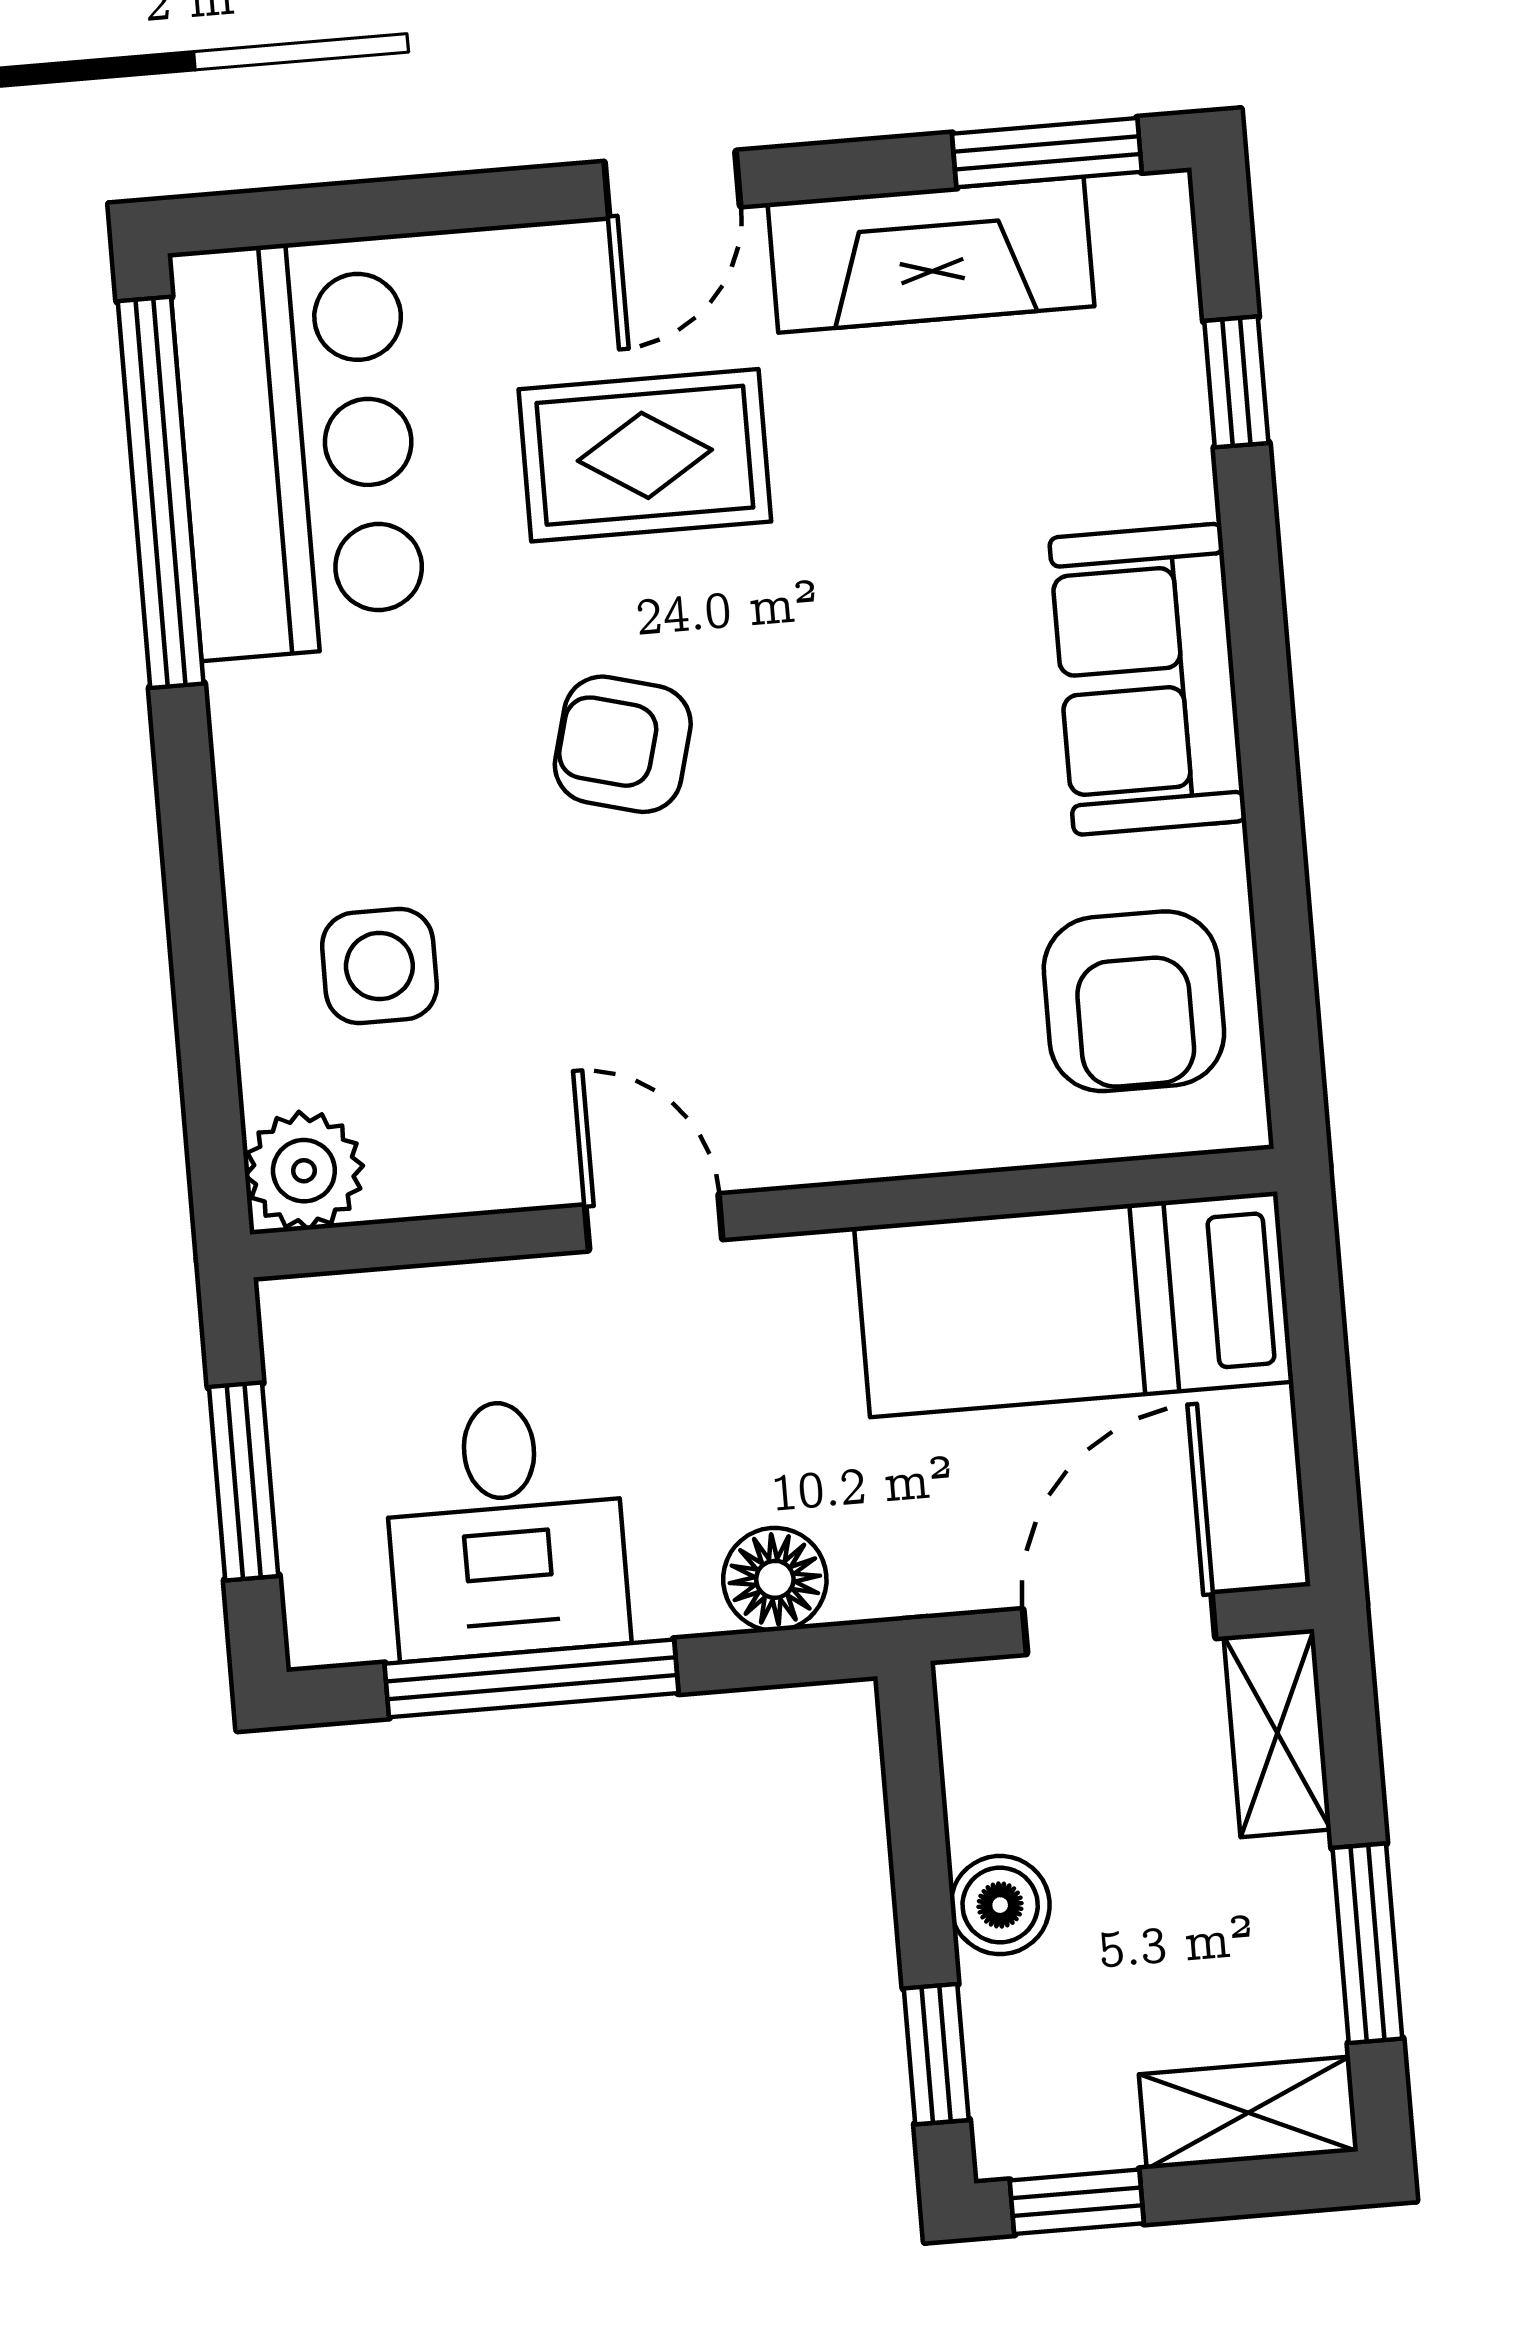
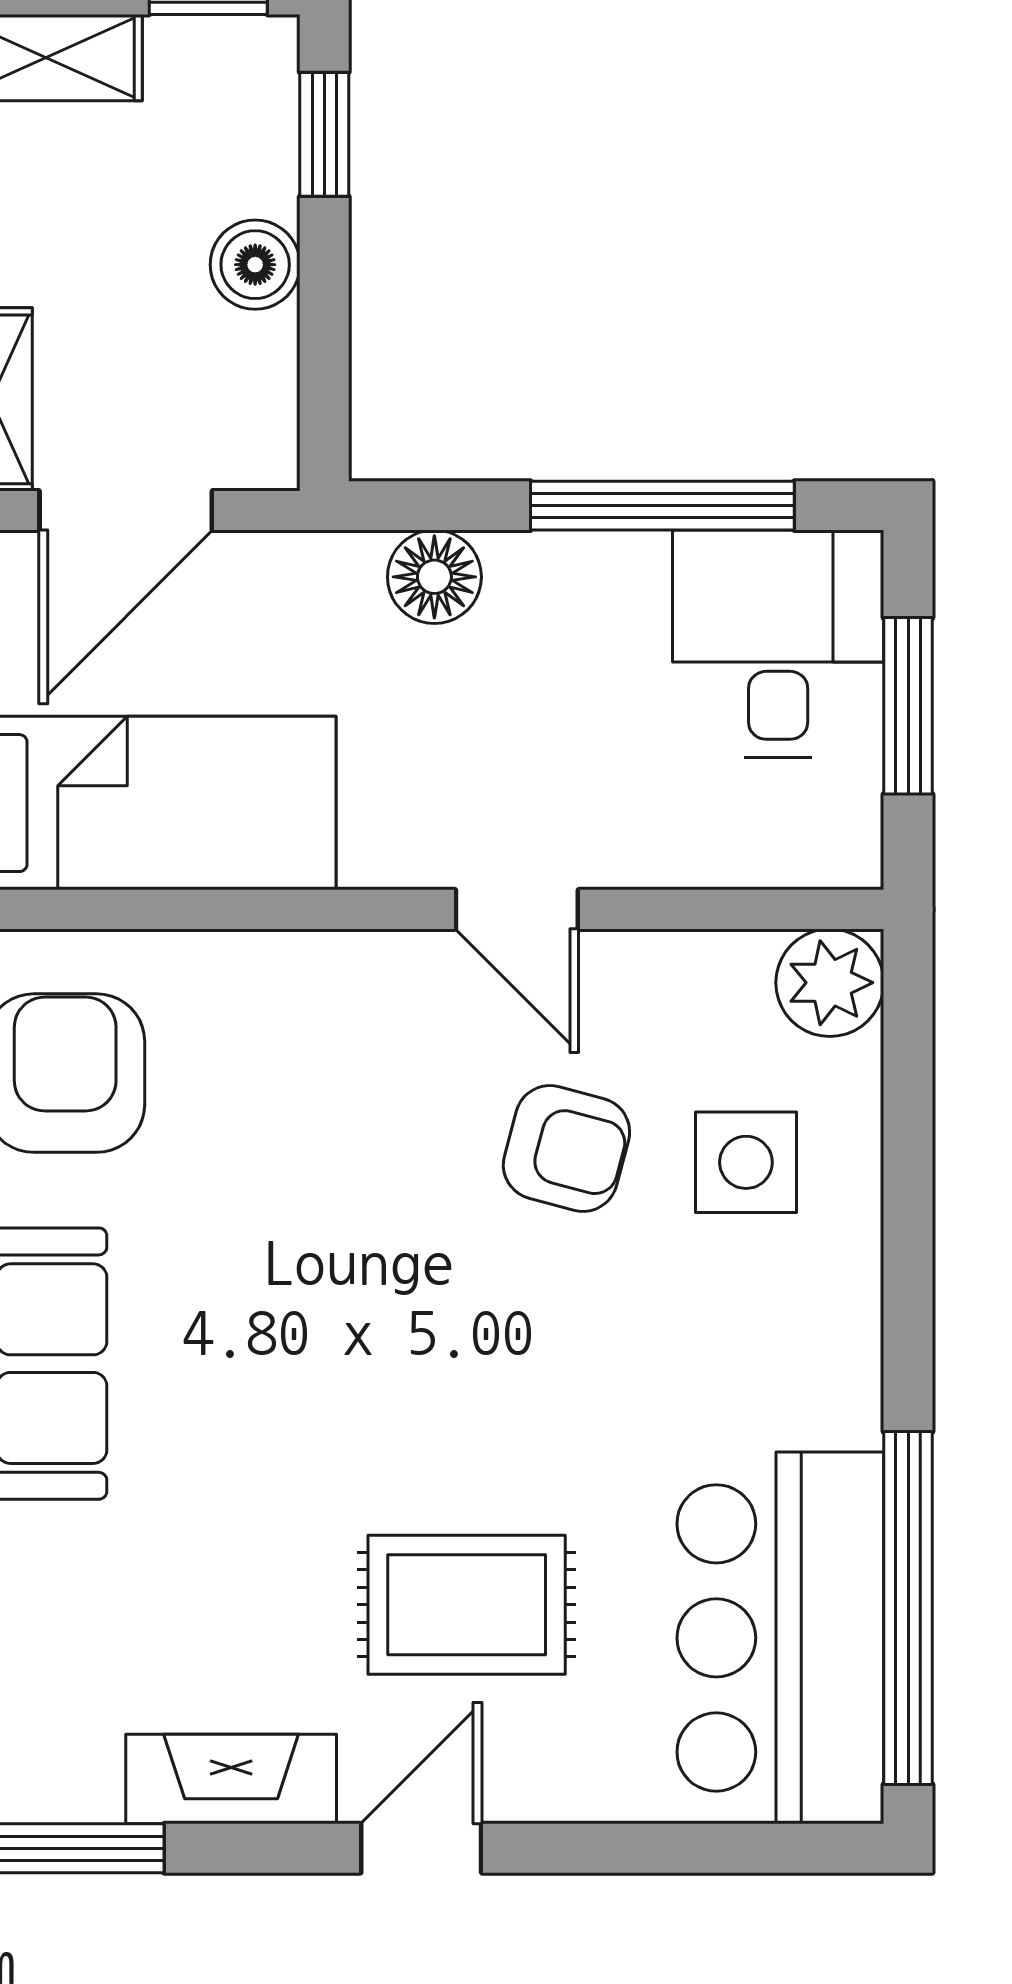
fireplace: (931, 255) -> (231, 1779), width x0.73, depth x0.76
armchair: (623, 744) -> (566, 1148), moved
desk: (505, 1528) -> (778, 644), moved

